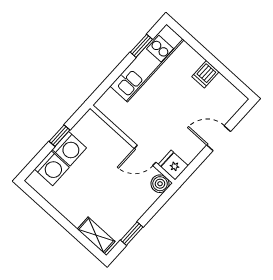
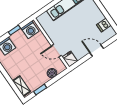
dishwasher: (205, 74) -> (104, 25), moved
washing machine: (69, 149) -> (30, 30), moved
boiler: (160, 184) -> (52, 73), moved

